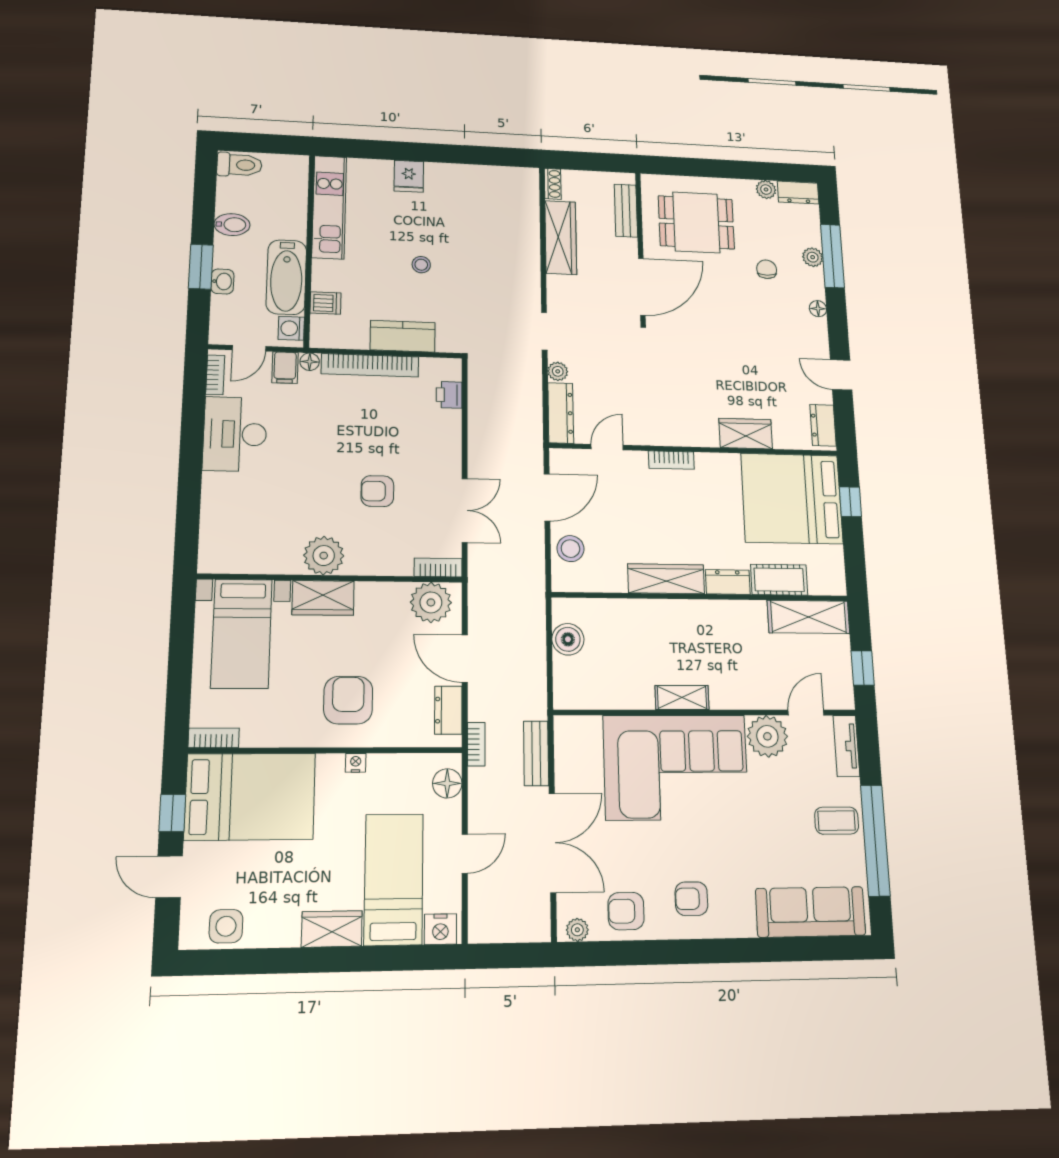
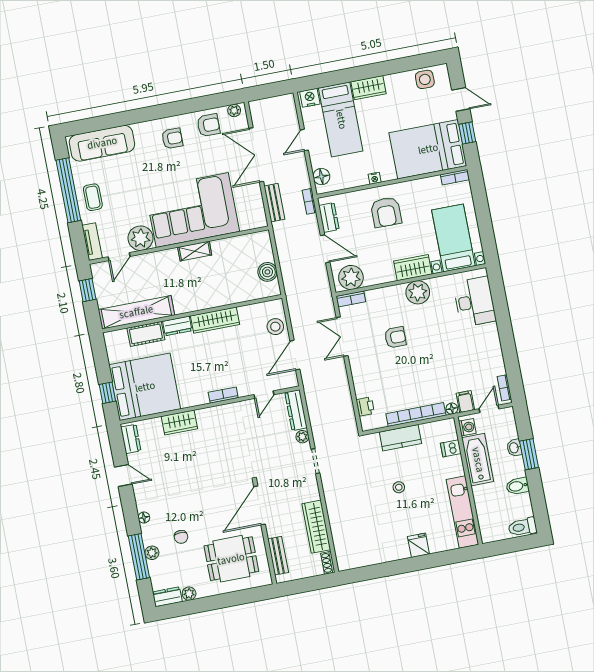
desk: (235, 434) -> (474, 302), moved
shelving: (808, 617) -> (136, 312), width x1.47
coffee table: (837, 821) -> (93, 197), turned 90

